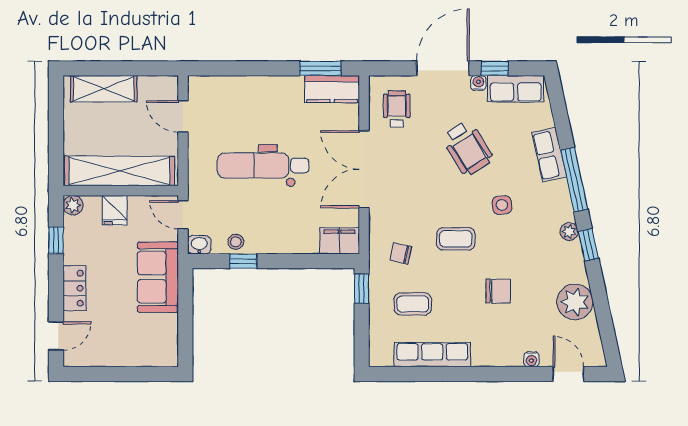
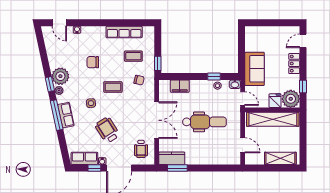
row of seats: (549, 155) -> (66, 115), moved
plant: (73, 205) -> (291, 99), width x1.88, depth x1.88
filing cabinet: (339, 241) -> (180, 86), moved
plant: (575, 302) -> (60, 76), moved

